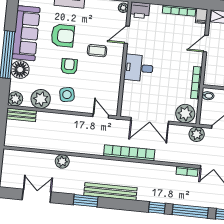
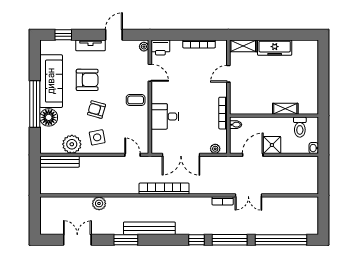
filing cabinet: (202, 16) -> (222, 47), removed
door: (127, 35) -> (150, 73), swing flipped
coffee table: (97, 51) -> (136, 100), moved
armchair: (69, 66) -> (97, 110), turned -74
desk: (139, 68) -> (165, 116), moved
plant: (15, 99) -> (47, 147), removed
plant: (185, 114) -> (215, 149), width x0.53, depth x0.53
bench: (21, 115) -> (60, 162), width x1.36
plant: (197, 134) -> (228, 164), removed

